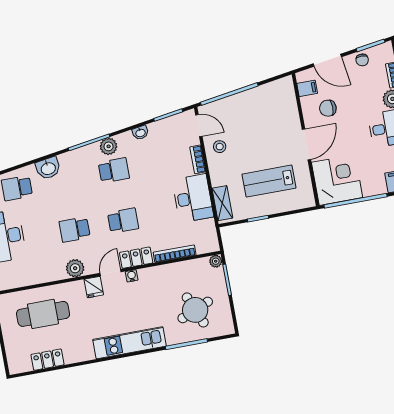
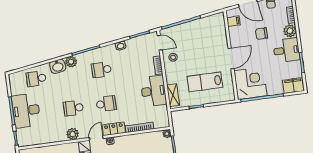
chair: (328, 108) -> (262, 34), moved
plant: (109, 146) -> (71, 62), moved
school desk: (114, 170) -> (101, 70), turned 180

